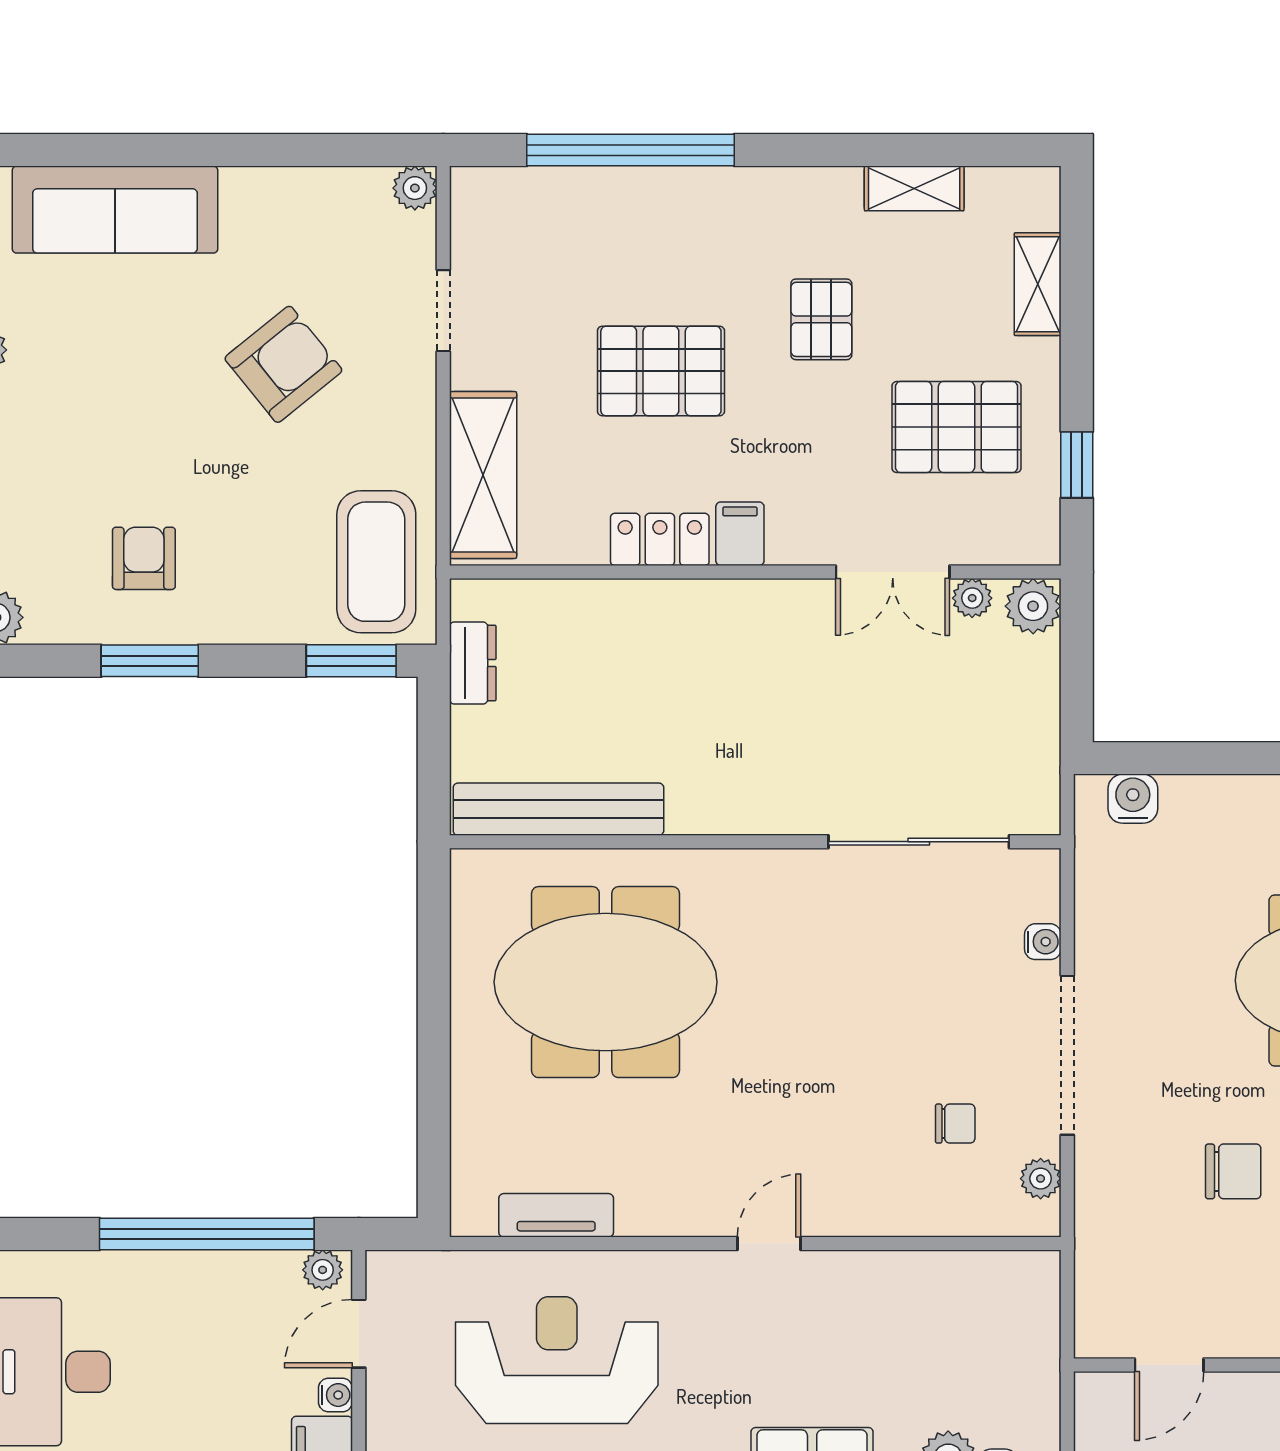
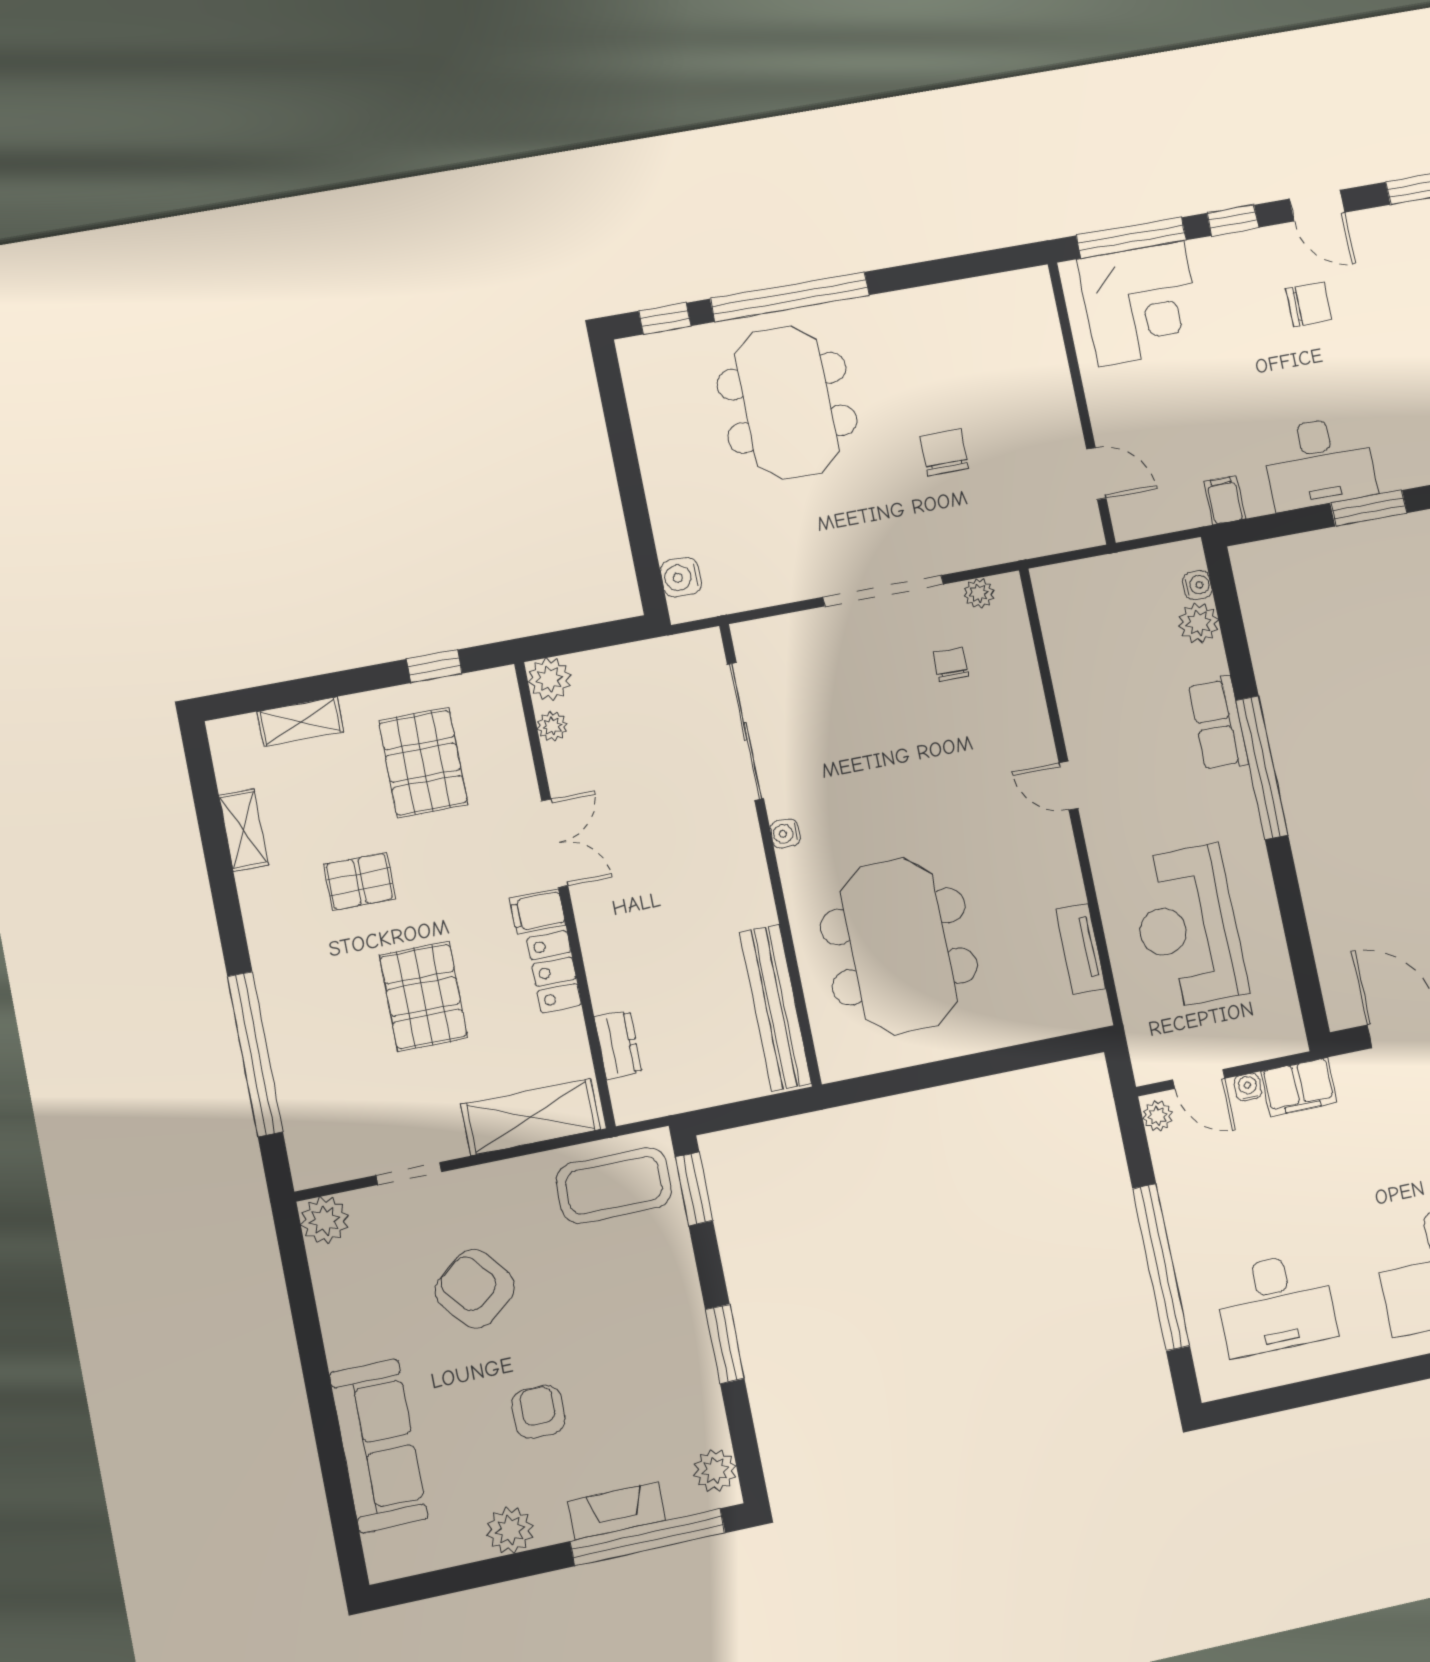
plant: (415, 188) -> (325, 1220), width x1.38, depth x1.38
armchair: (144, 558) -> (538, 1412), moved, turned 90
double door: (893, 572) -> (555, 843), moved
dresser: (473, 663) -> (618, 1045), moved, turned 90
water cooler: (1043, 942) -> (785, 833), moved, turned -90
window: (207, 1234) -> (1161, 1267), moved

